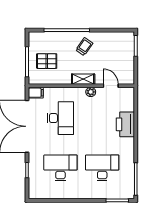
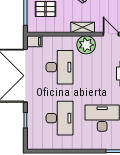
plant: (91, 92) -> (86, 45), width x1.88, depth x1.88
desk: (60, 168) -> (60, 118), turned 90

